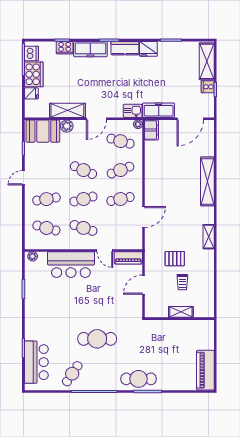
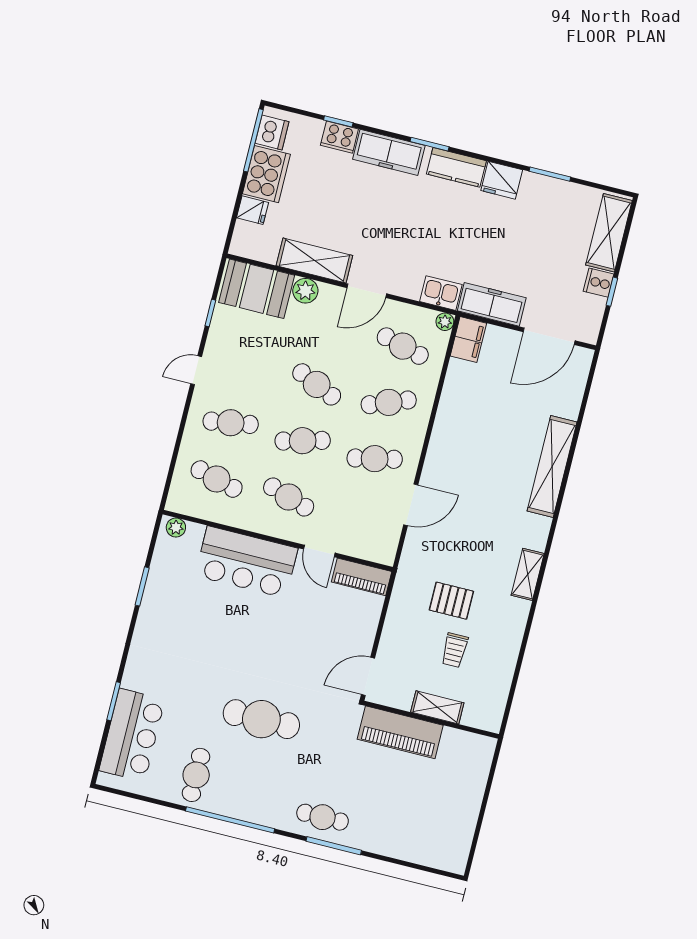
door: (144, 285) -> (368, 676), moved
piano: (205, 370) -> (400, 732), moved, turned -90
cafe table: (72, 374) -> (196, 775), turned -34
cafe table: (139, 379) -> (323, 817), width x0.73, depth x0.74

